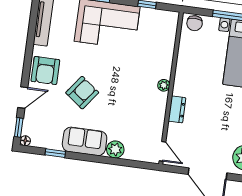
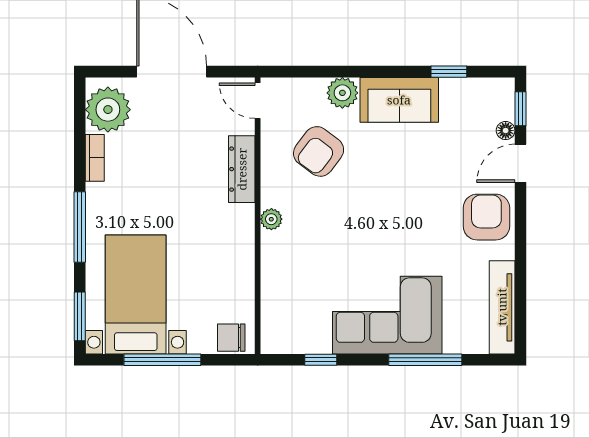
chair: (195, 23) -> (231, 338), turned -90
armchair: (82, 93) -> (319, 151), moved
dresser: (177, 109) -> (242, 169), width x1.44
floor lamp: (25, 141) -> (506, 131), moved

